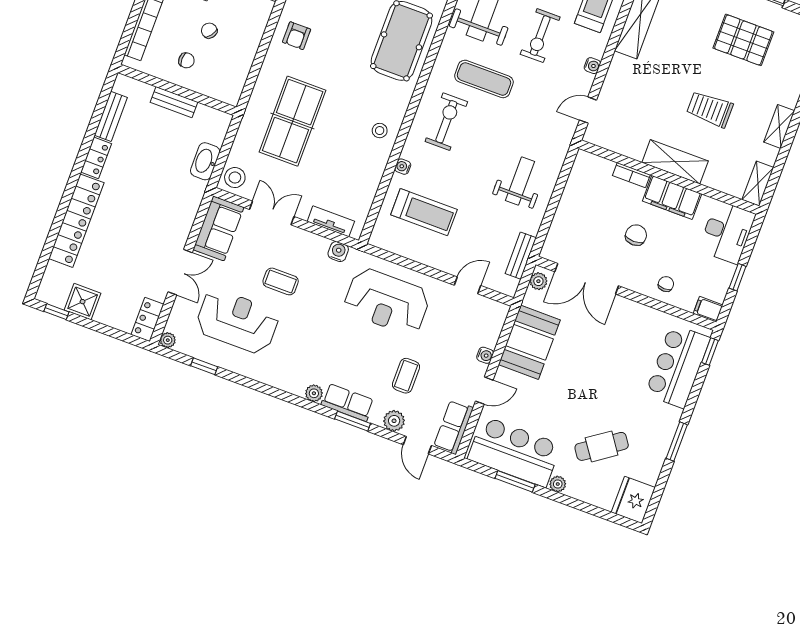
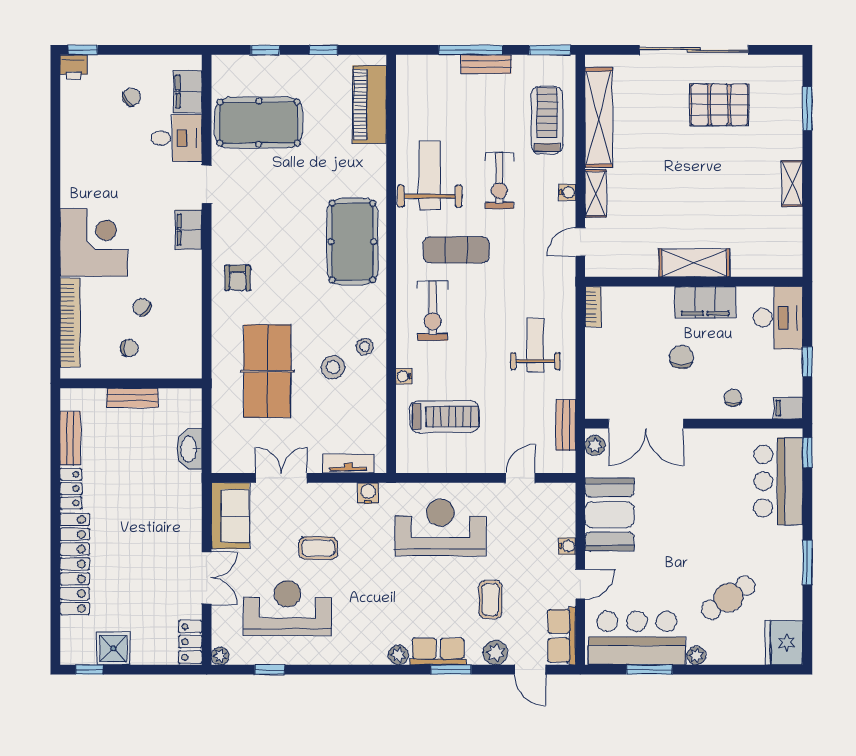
trolley: (710, 109) -> (711, 192), removed
exercise bike: (446, 122) -> (433, 311), turned 180
bookcase: (631, 175) -> (593, 307), moved, turned -90
stool: (235, 178) -> (333, 367), moved
shelving: (758, 184) -> (596, 193), moved
reception desk: (387, 302) -> (440, 527), turned 180

